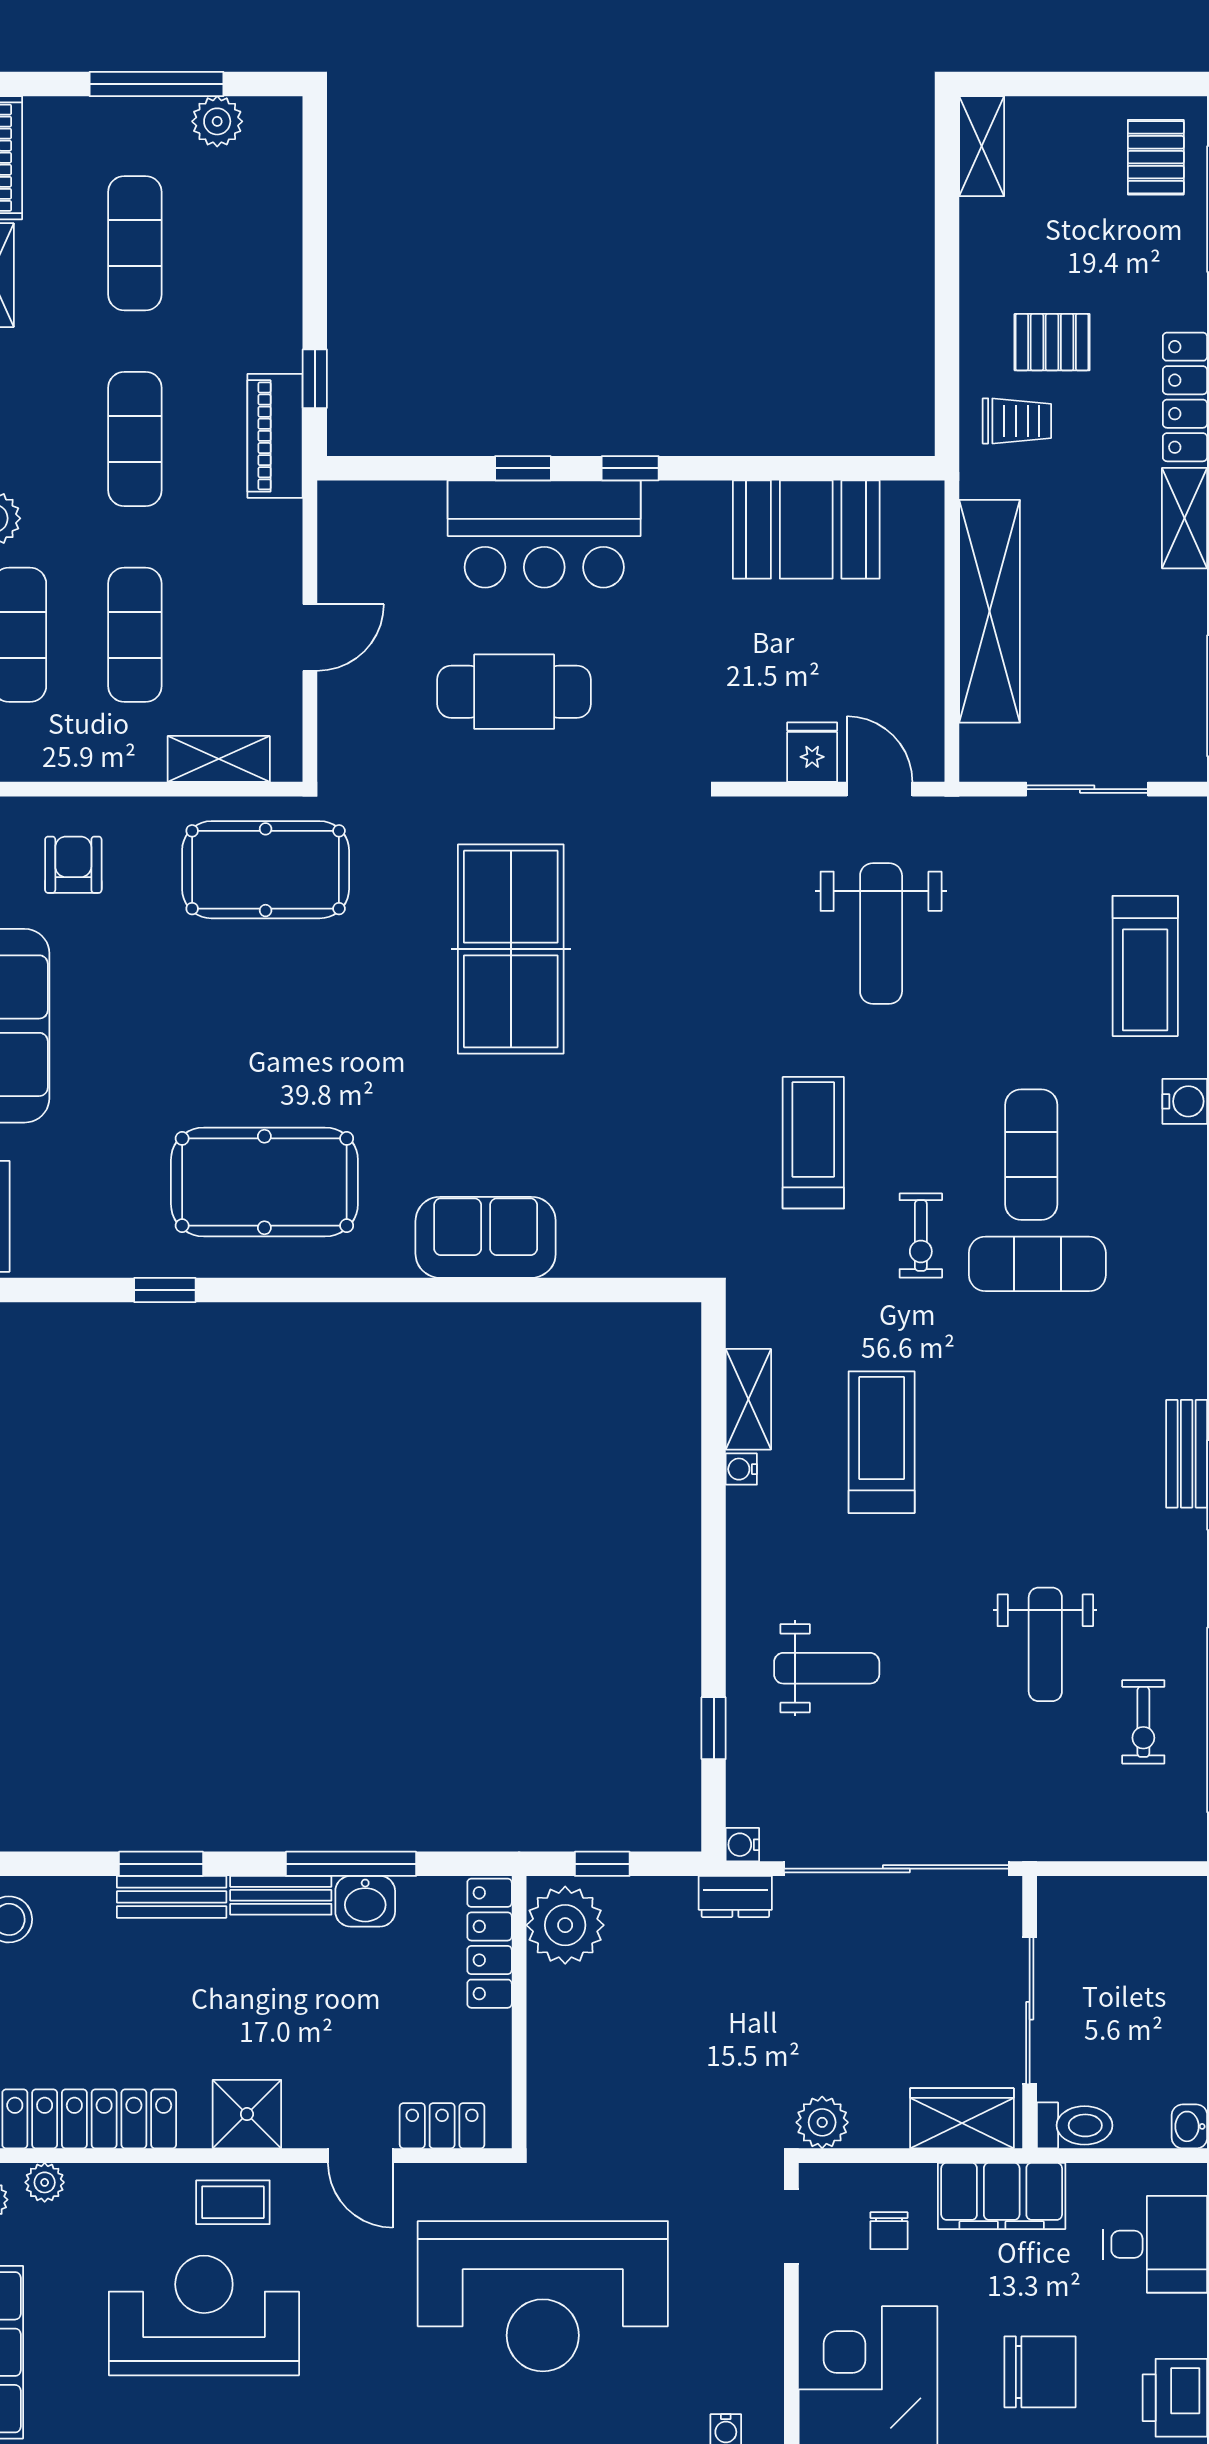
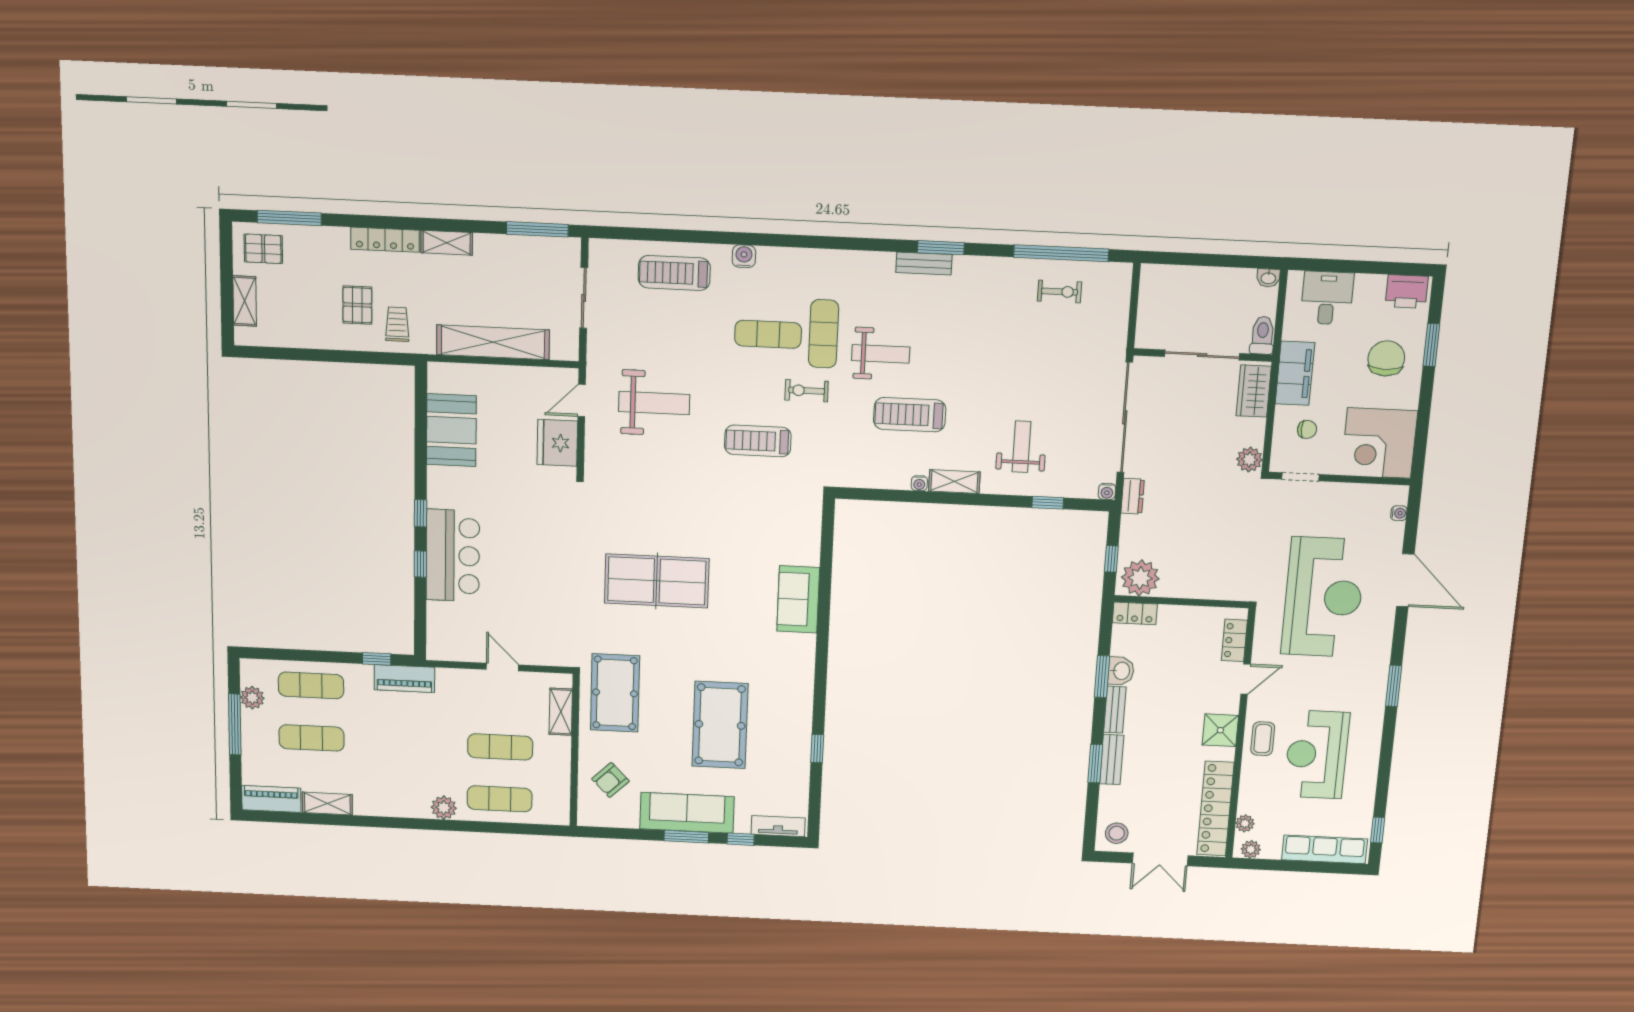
shelving: (982, 146) -> (245, 301), moved, turned 90
exercise mat: (135, 439) -> (311, 685), moved
cafe table: (514, 692) -> (530, 573), removed
fridge: (812, 752) -> (557, 443), width x1.88, depth x1.34
armchair: (73, 865) -> (610, 780), turned -44
treadmill: (1145, 966) -> (674, 273), turned 180
pool table: (264, 1182) -> (720, 725), moved
exercise bike: (921, 1235) -> (807, 391), turned 180
shelving: (748, 1399) -> (954, 482), moved
weight bench: (1045, 1644) -> (881, 354), moved
window: (351, 1864) -> (1102, 677), width x0.69
locker: (490, 1943) -> (1135, 613), width x0.66

